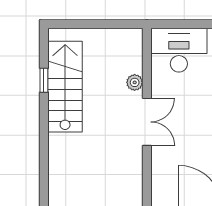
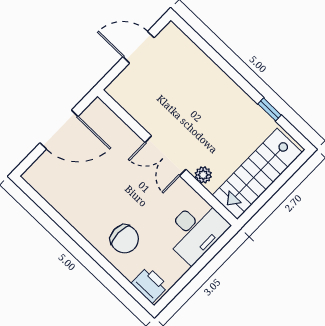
stairs: (65, 87) -> (257, 174), moved, turned 90

